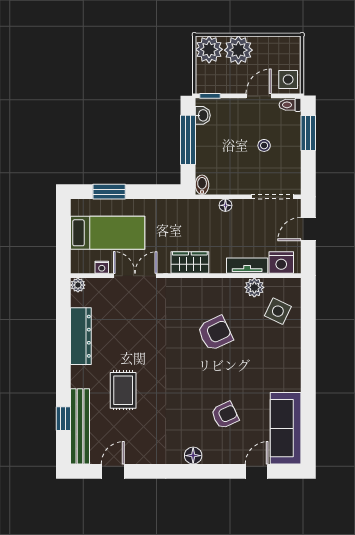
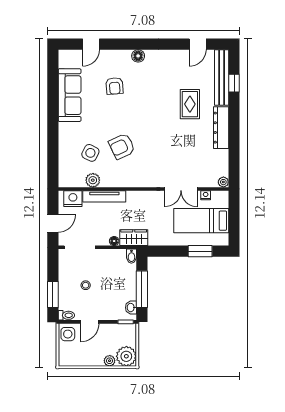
plant: (238, 50) -> (110, 361), width x0.53, depth x0.53
wardrobe: (190, 263) -> (134, 238), moved, turned 180
tv unit: (247, 266) -> (104, 196), width x1.41
side table: (278, 311) -> (90, 153), moved
dresser: (81, 336) -> (221, 128), moved
armchair: (225, 415) -> (115, 86), turned -69
sofa: (286, 428) -> (70, 95), moved

